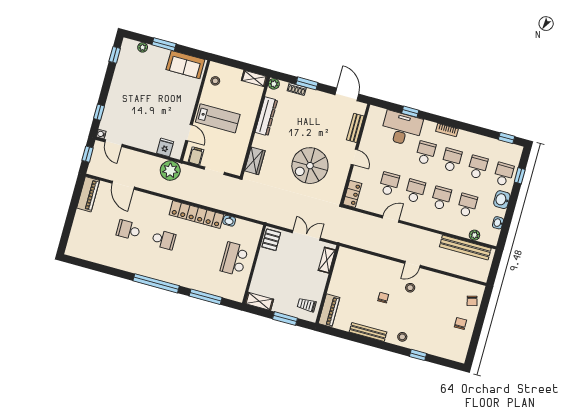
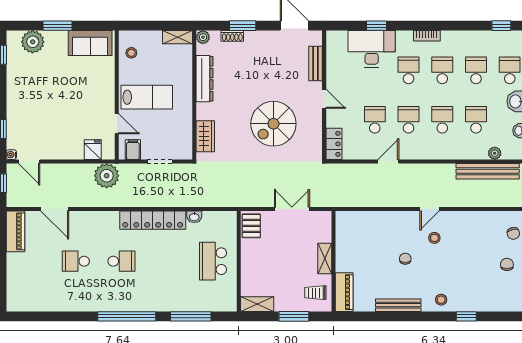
plant: (143, 47) -> (33, 42), width x1.88, depth x1.88
shelving: (327, 260) -> (325, 259), moved

